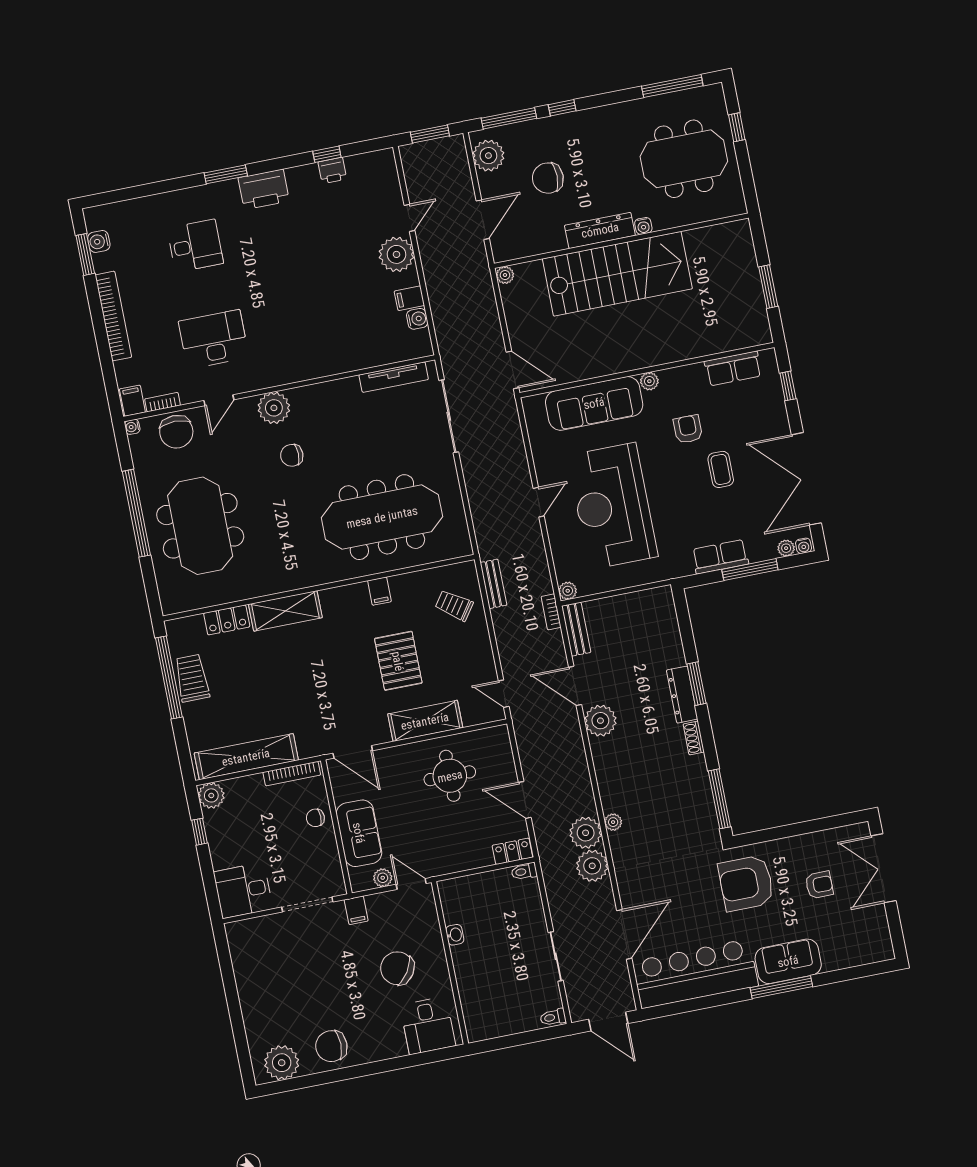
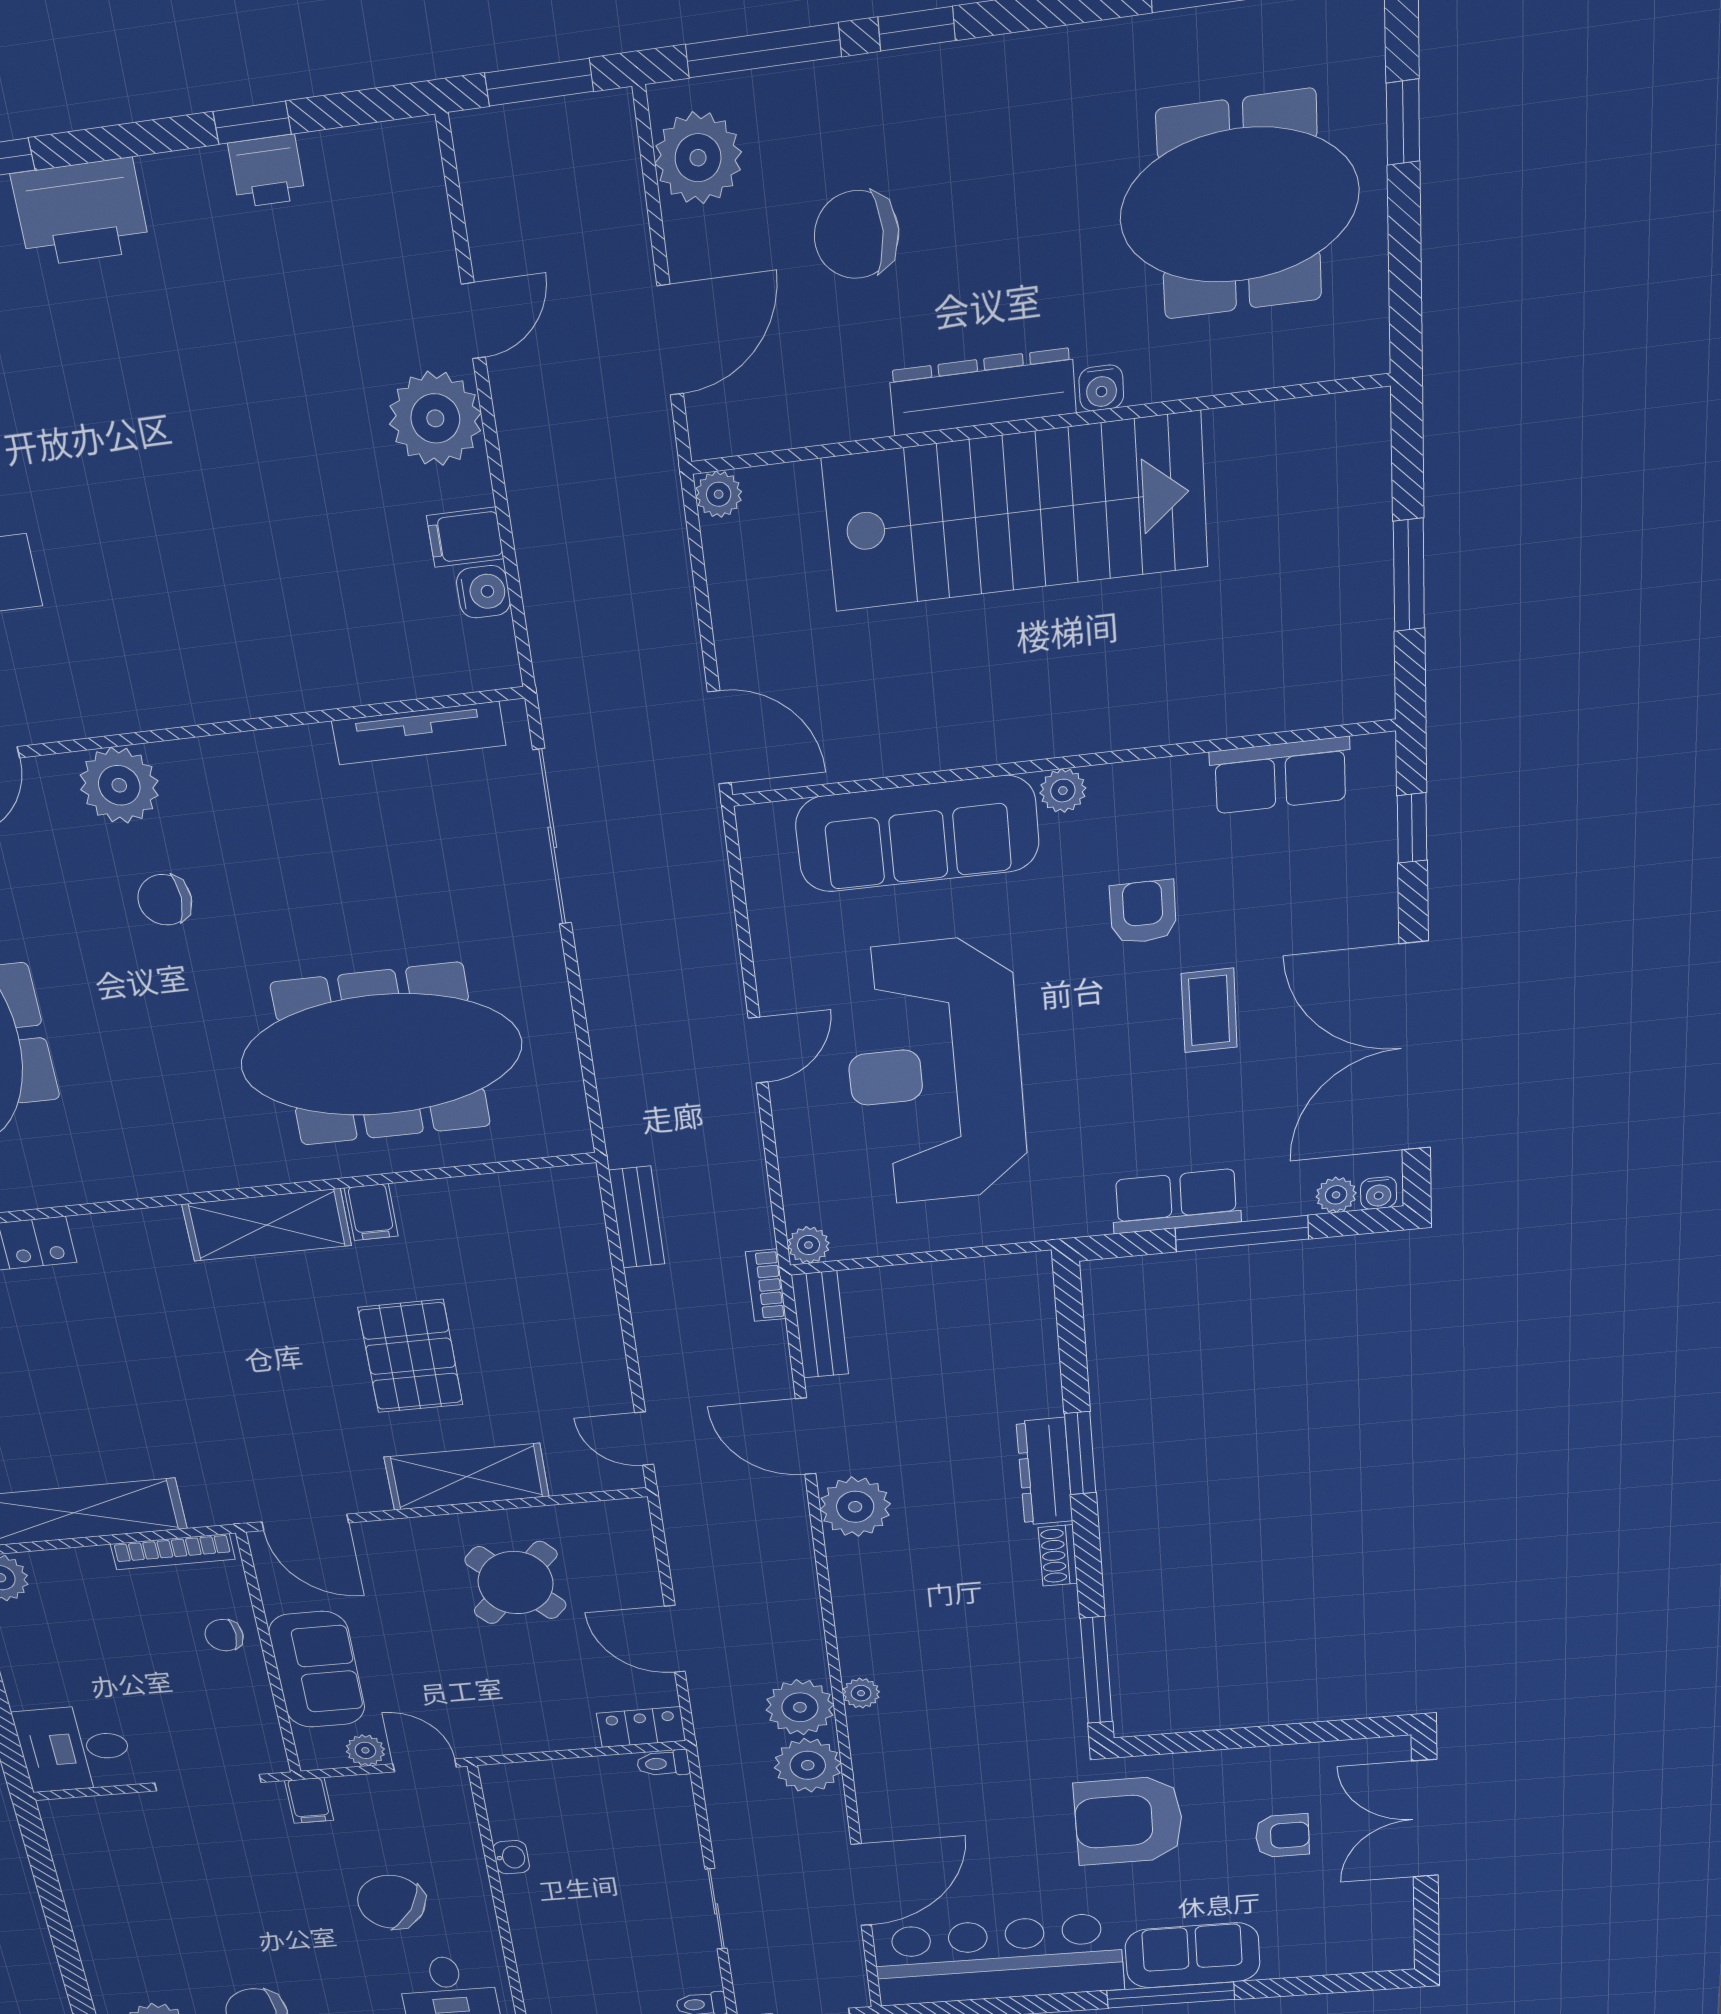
trolley: (454, 605) -> (543, 1255), removed
shelving: (285, 611) -> (267, 1225), moved
round table: (450, 776) -> (516, 1583), turned 45

